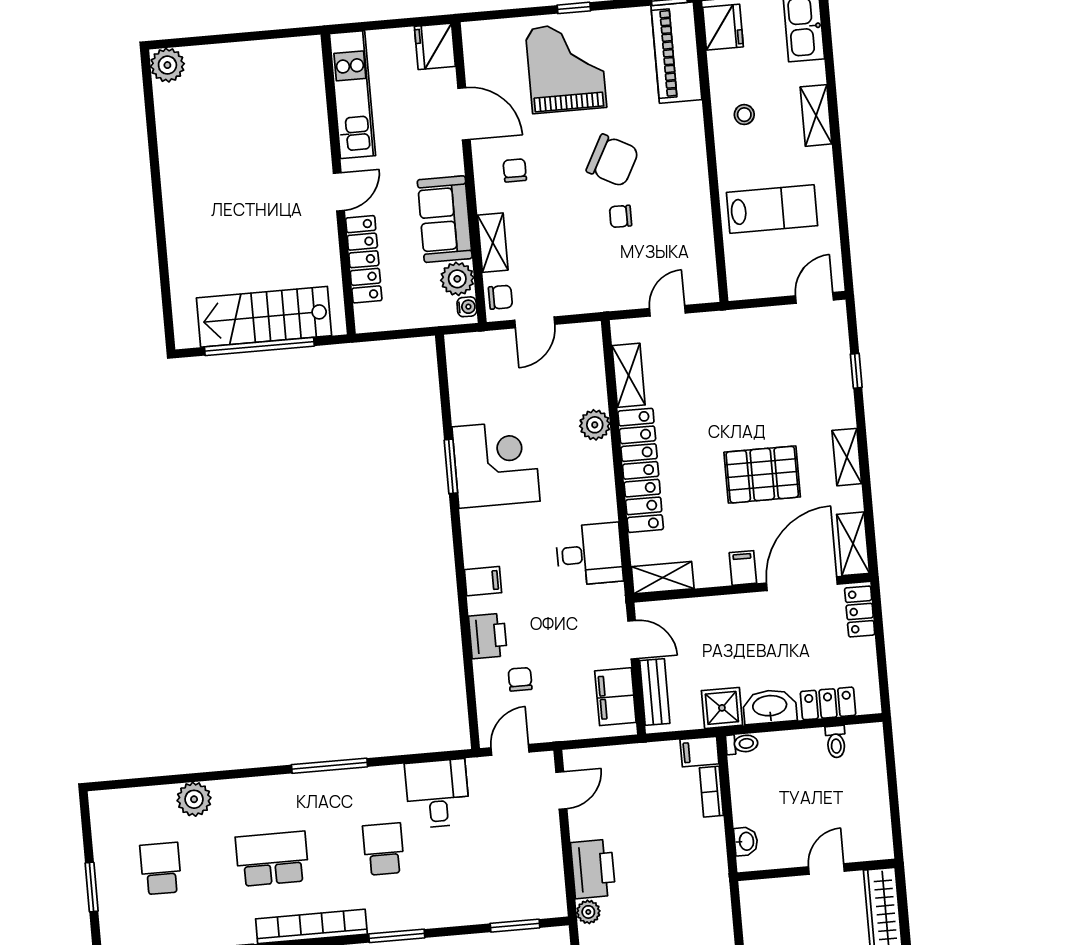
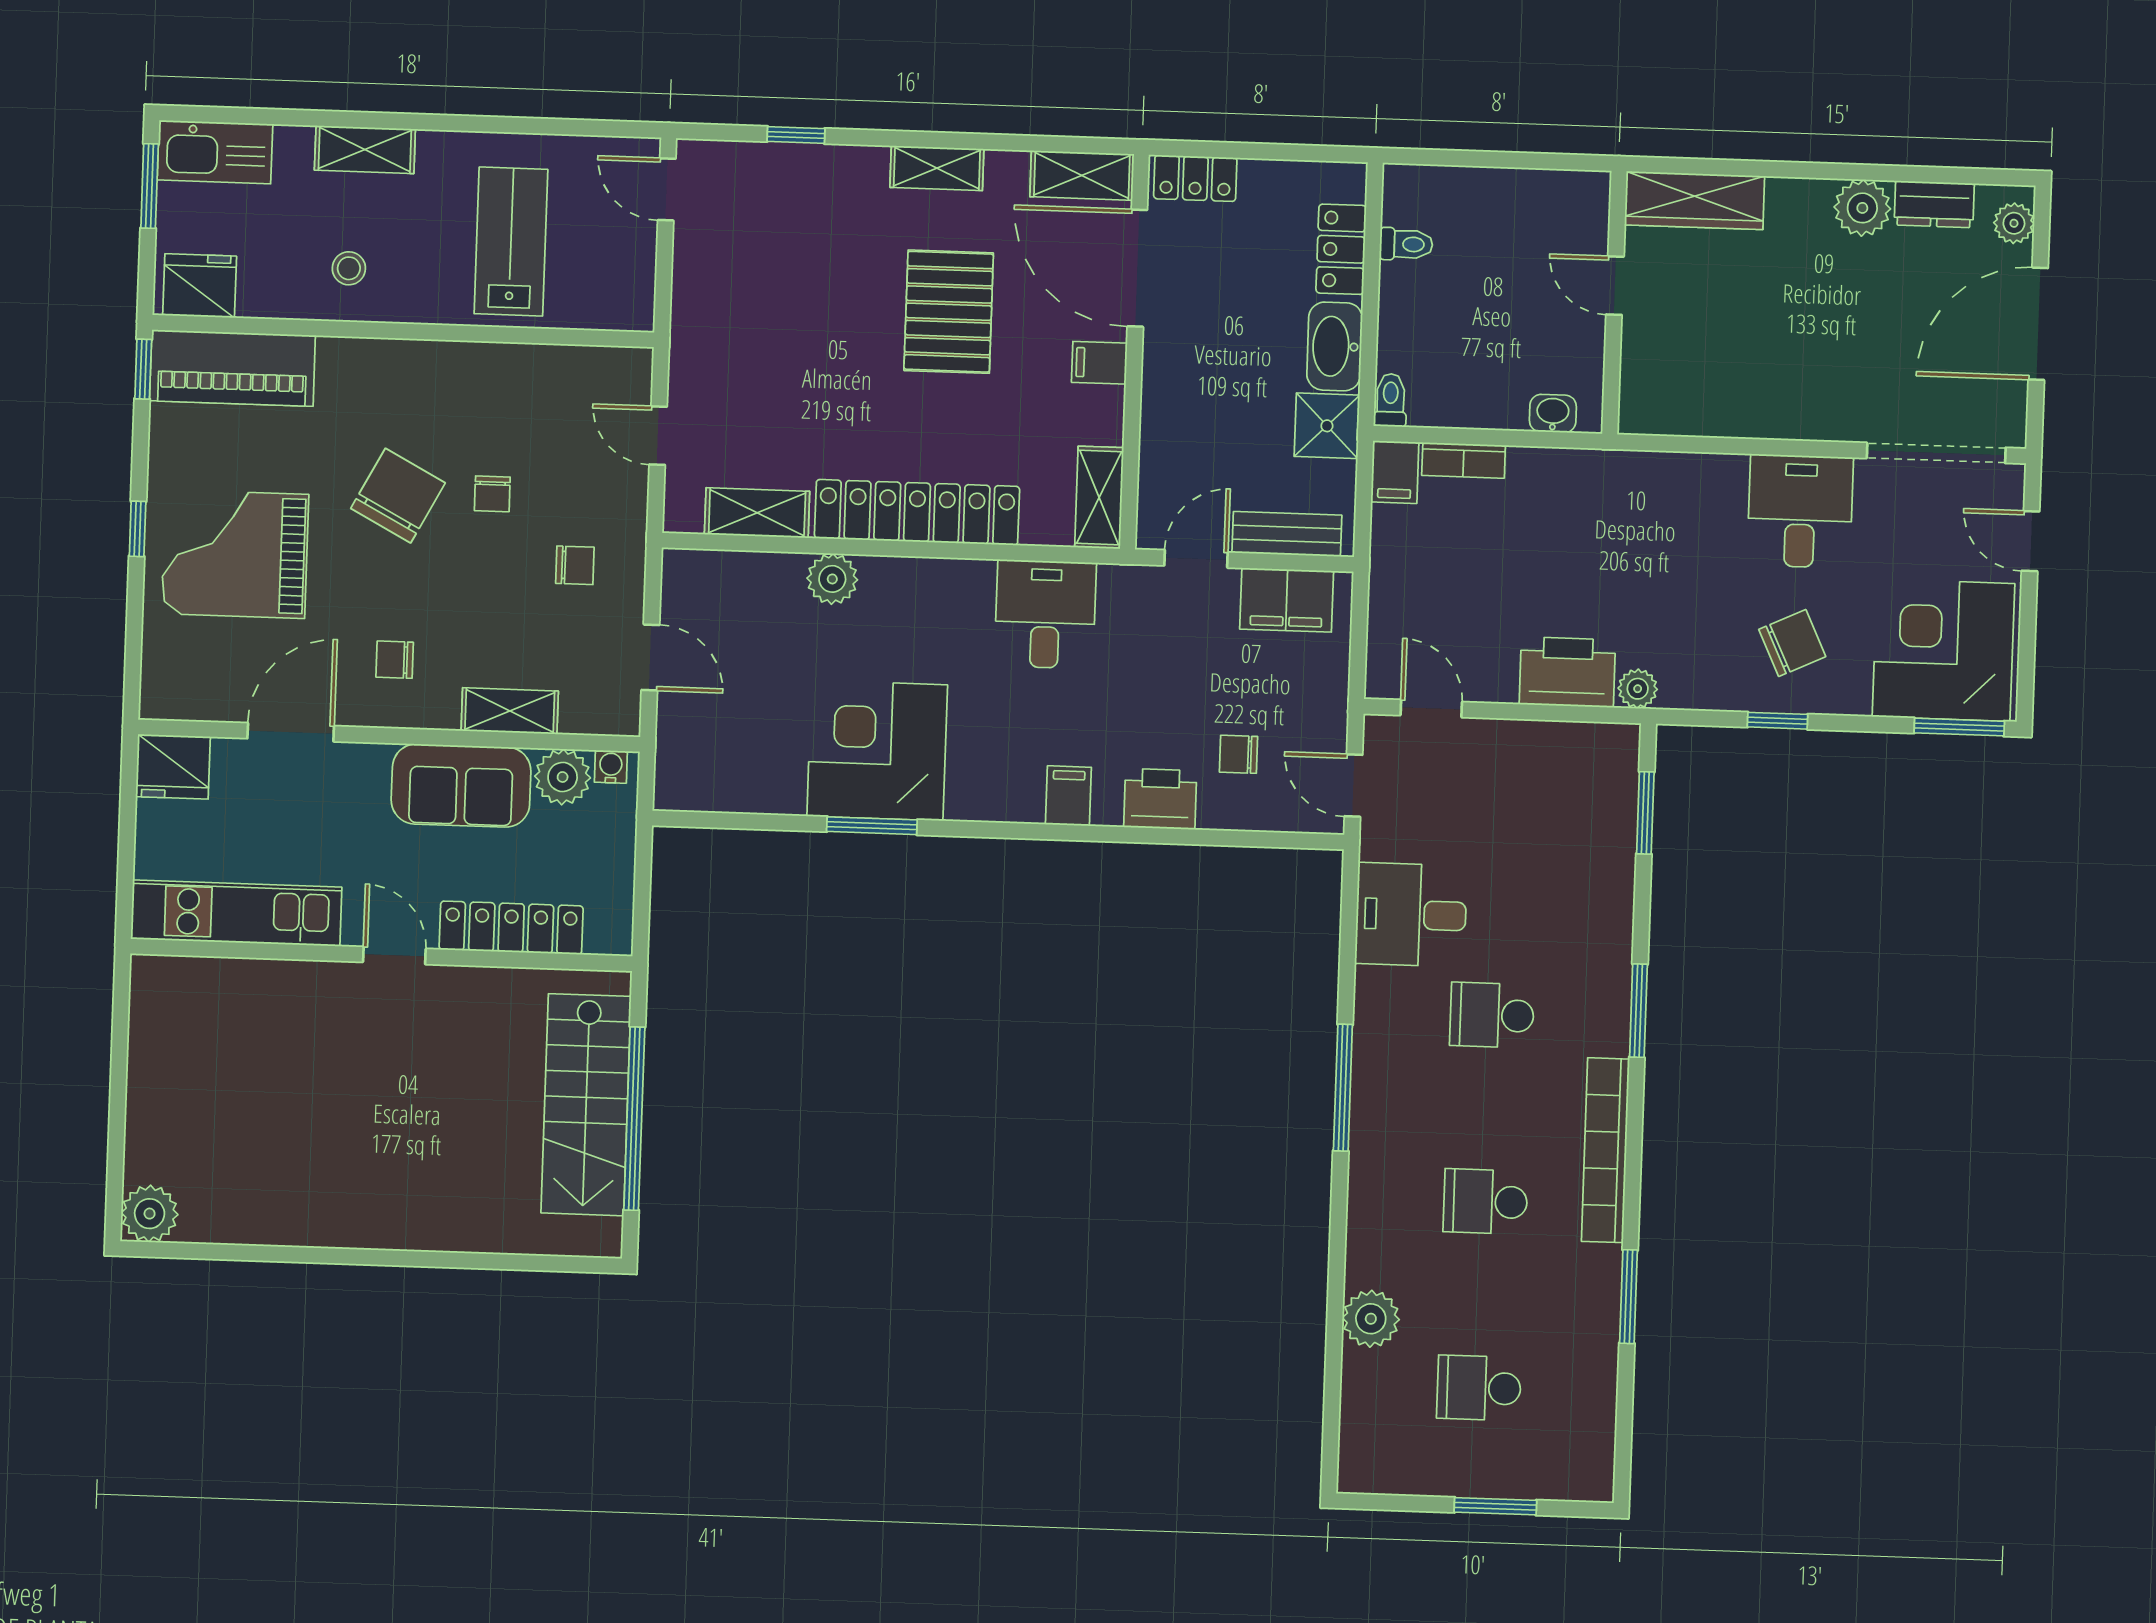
chair: (500, 297) -> (575, 565), moved, turned 90
school desk: (272, 859) -> (1485, 1201), width x0.54

